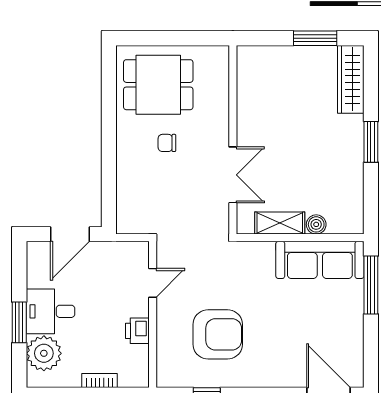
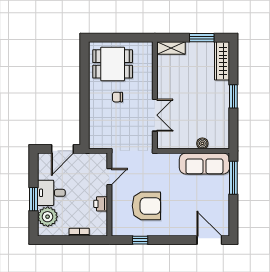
shelving: (280, 223) -> (171, 48), moved

